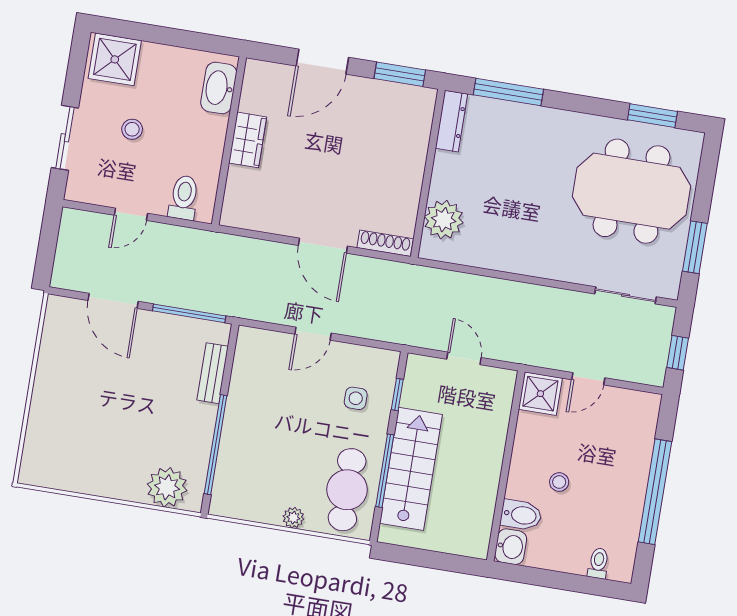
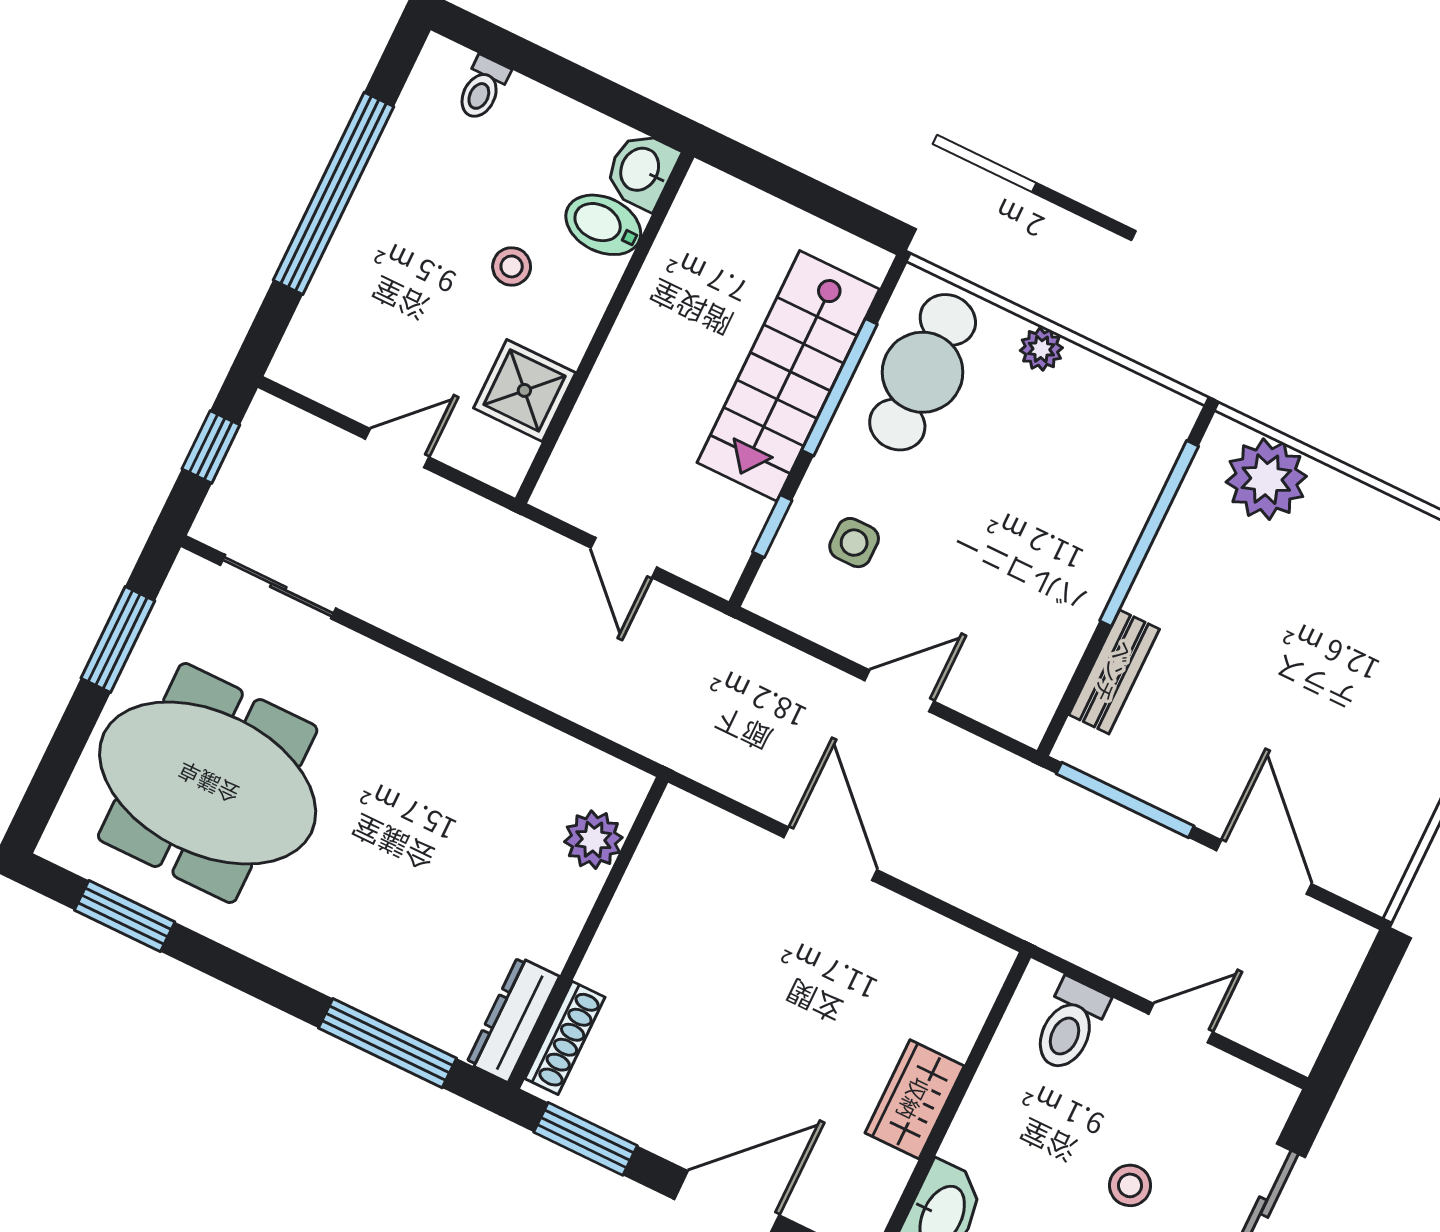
plant: (444, 220) -> (593, 840), width x0.73, depth x0.73
shoe rack: (385, 243) -> (565, 1038), moved, turned -90
shower: (540, 394) -> (524, 390), moved

